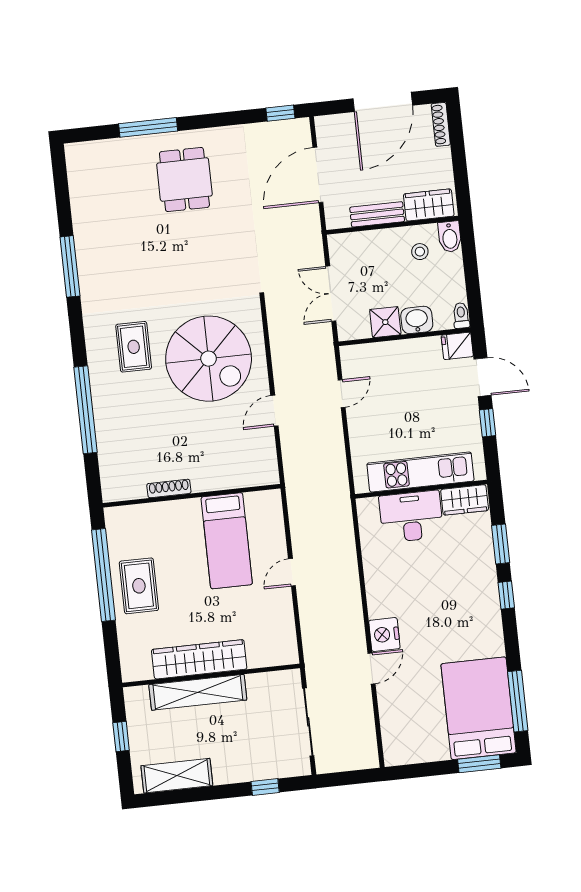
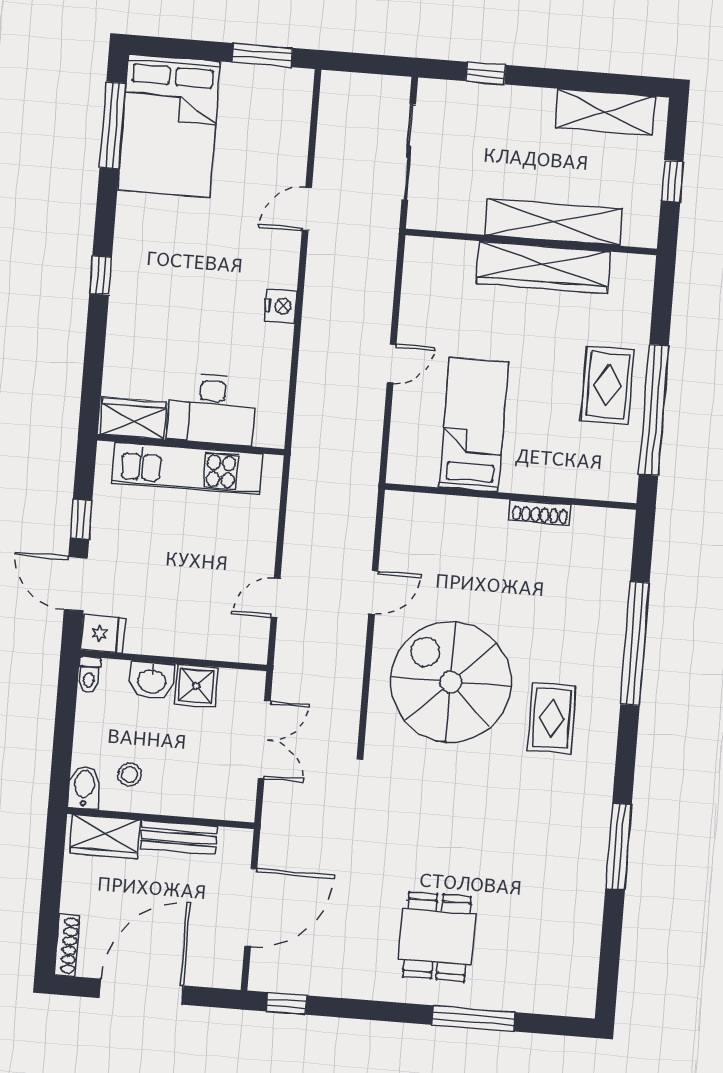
window: (501, 544) -> (95, 348), removed
nightstand: (384, 635) -> (281, 306), moved, width x0.74, depth x0.75
window: (479, 764) -> (262, 55), moved

